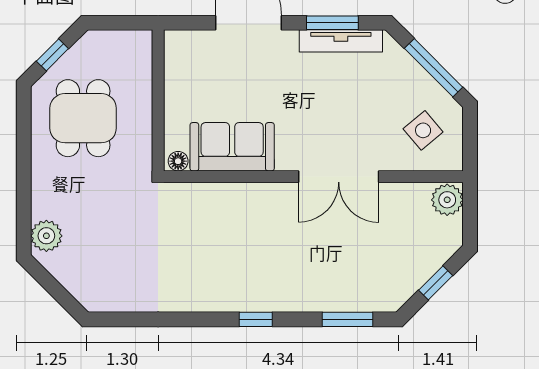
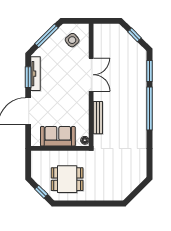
sofa: (232, 147) -> (58, 136), moved, turned 90
bench: (234, 193) -> (98, 118), added
plant: (447, 200) -> (101, 30), removed
plant: (46, 236) -> (115, 194), removed
window: (256, 319) -> (149, 109), width x3.17

